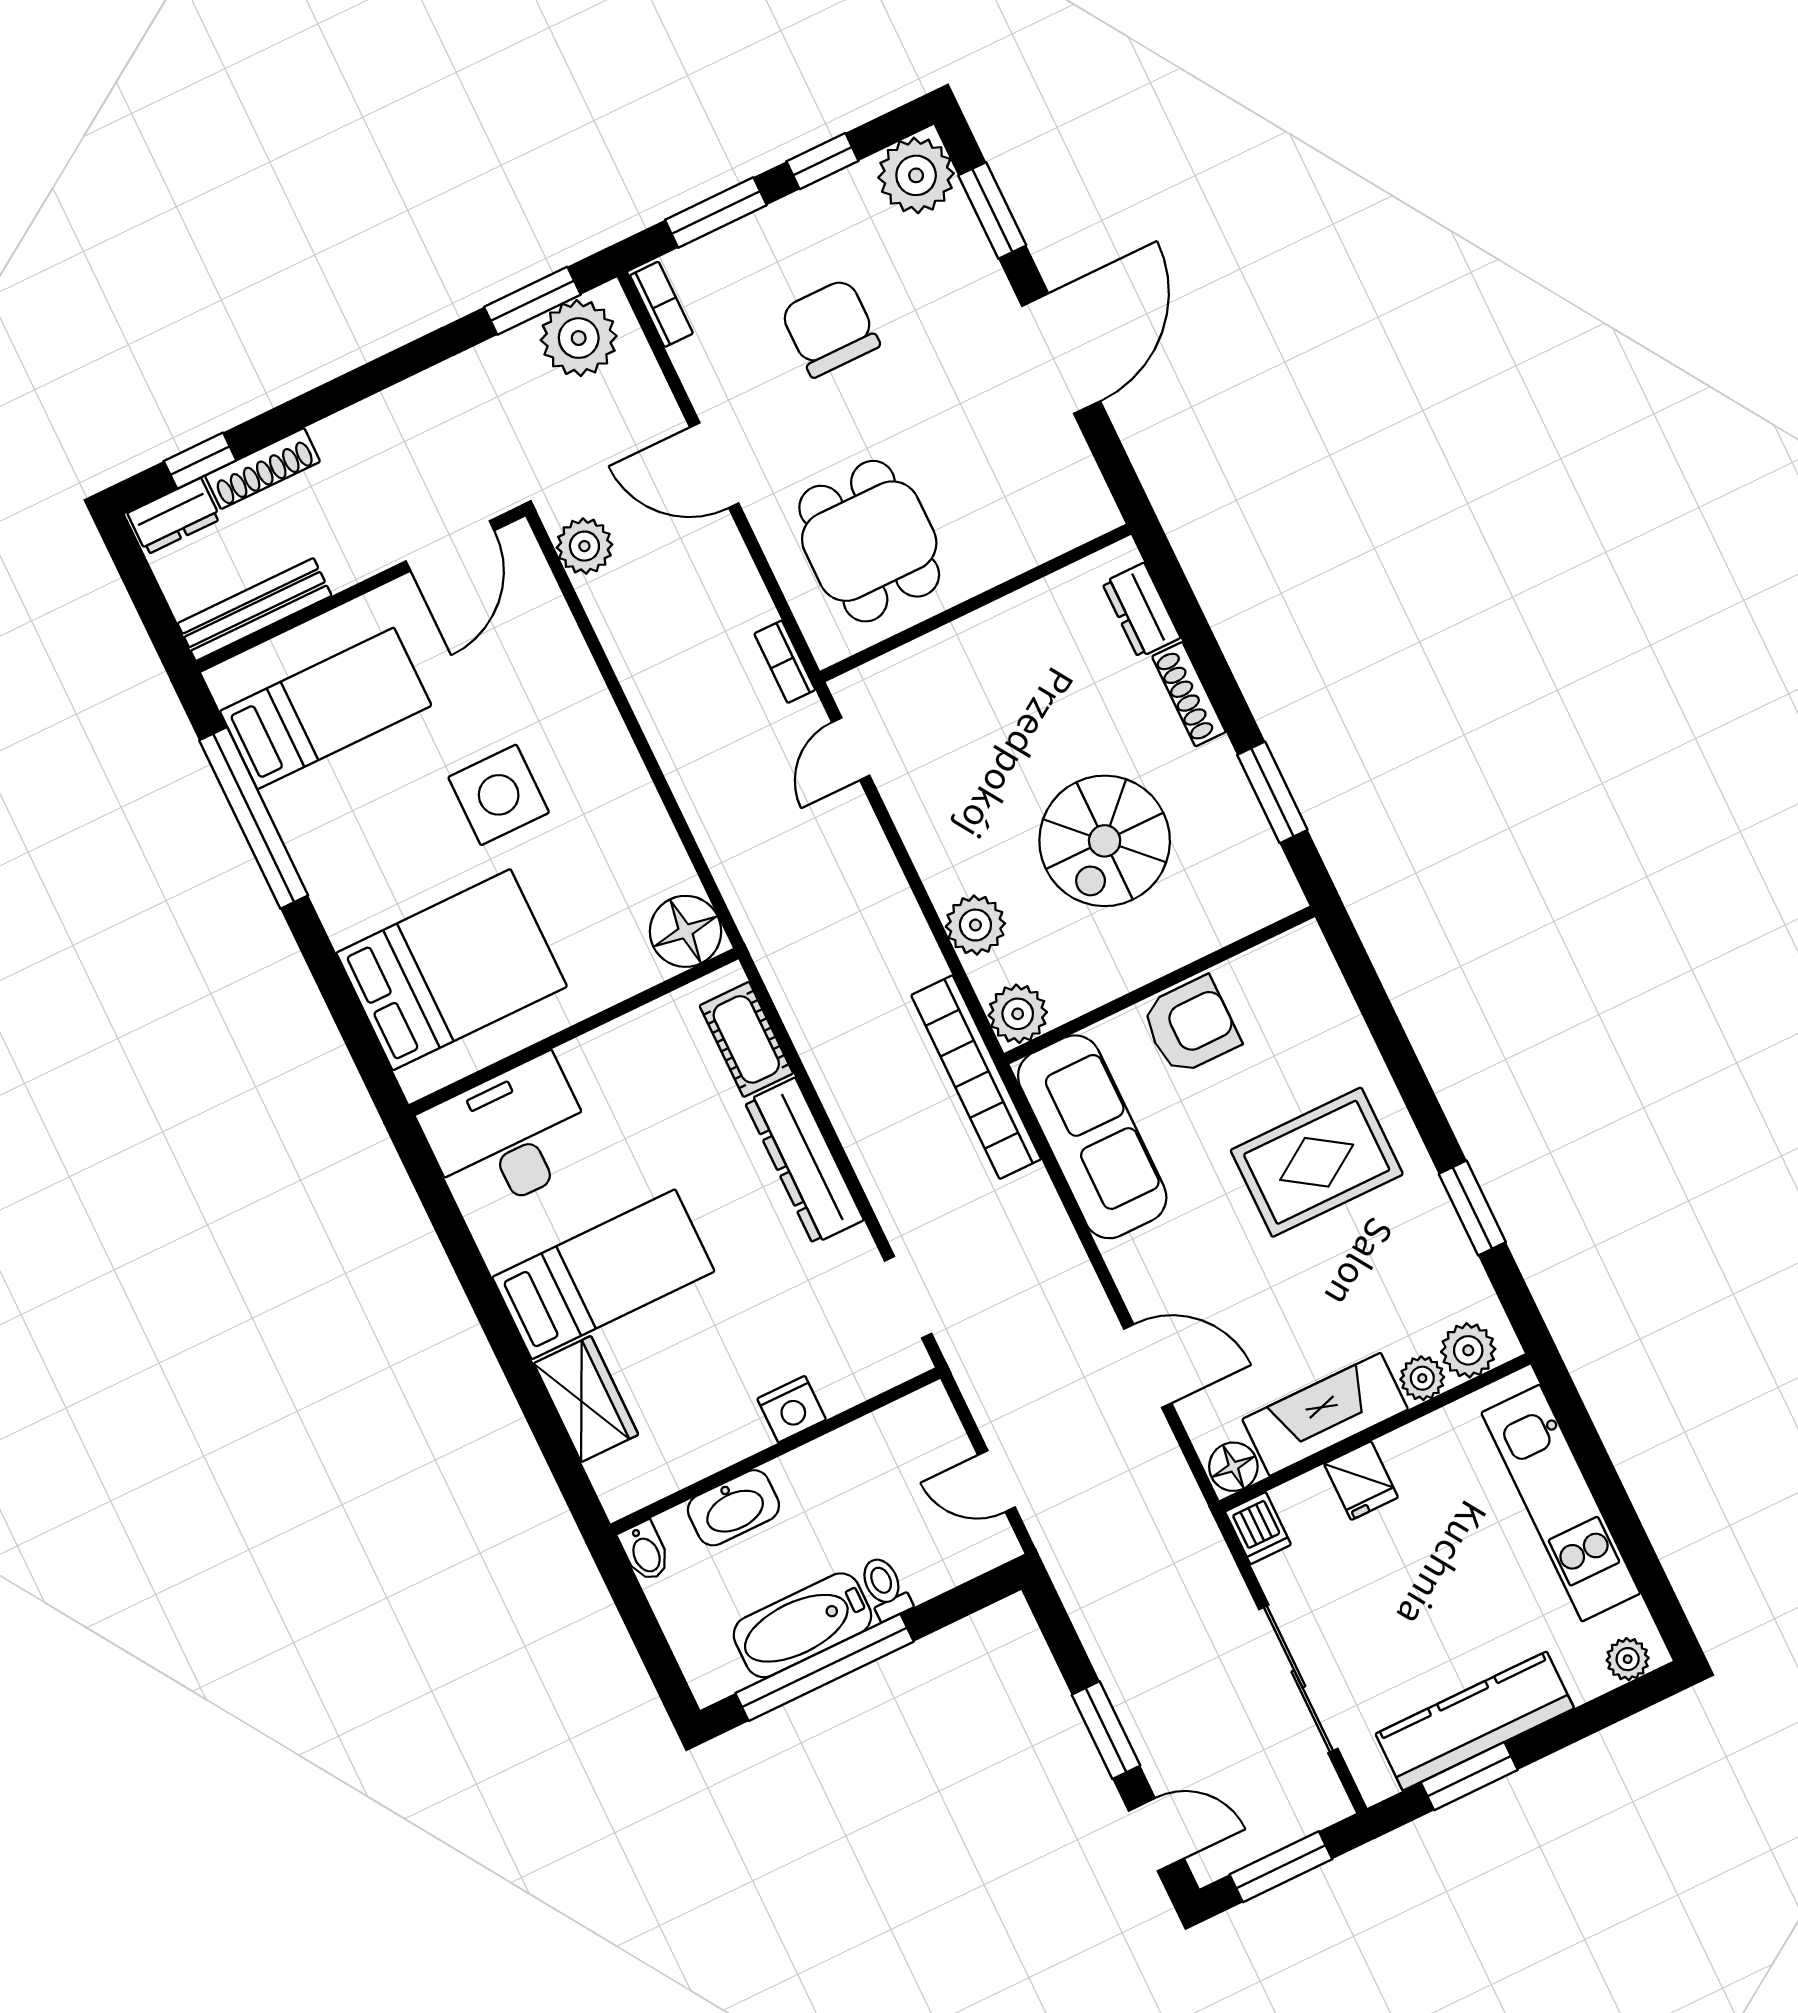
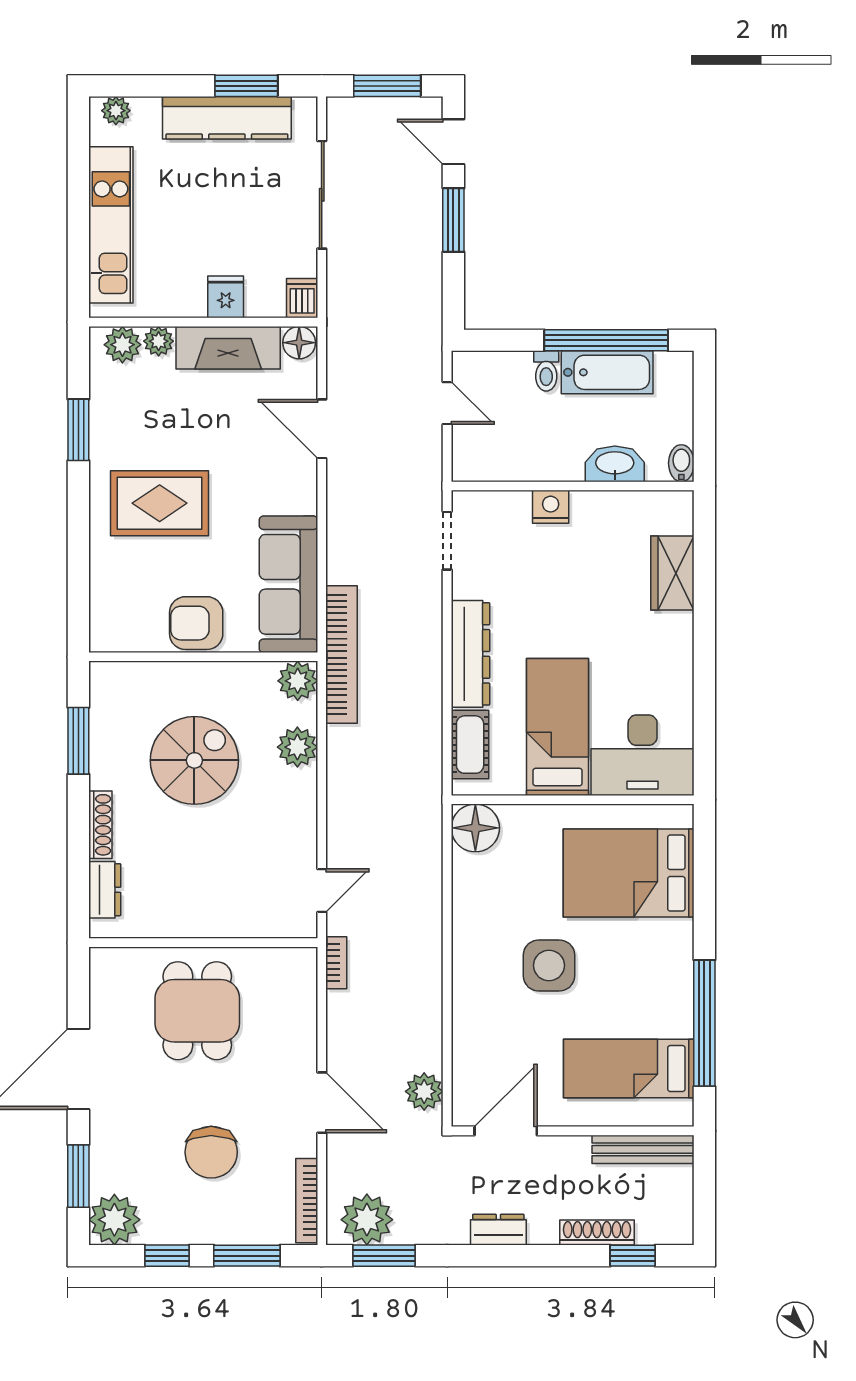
bookcase: (661, 304) -> (307, 1201), width x1.56
dresser: (174, 516) -> (498, 1230), moved
dining table: (869, 541) -> (197, 1011), moved
bed: (603, 1274) -> (558, 727), moved, turned 90

